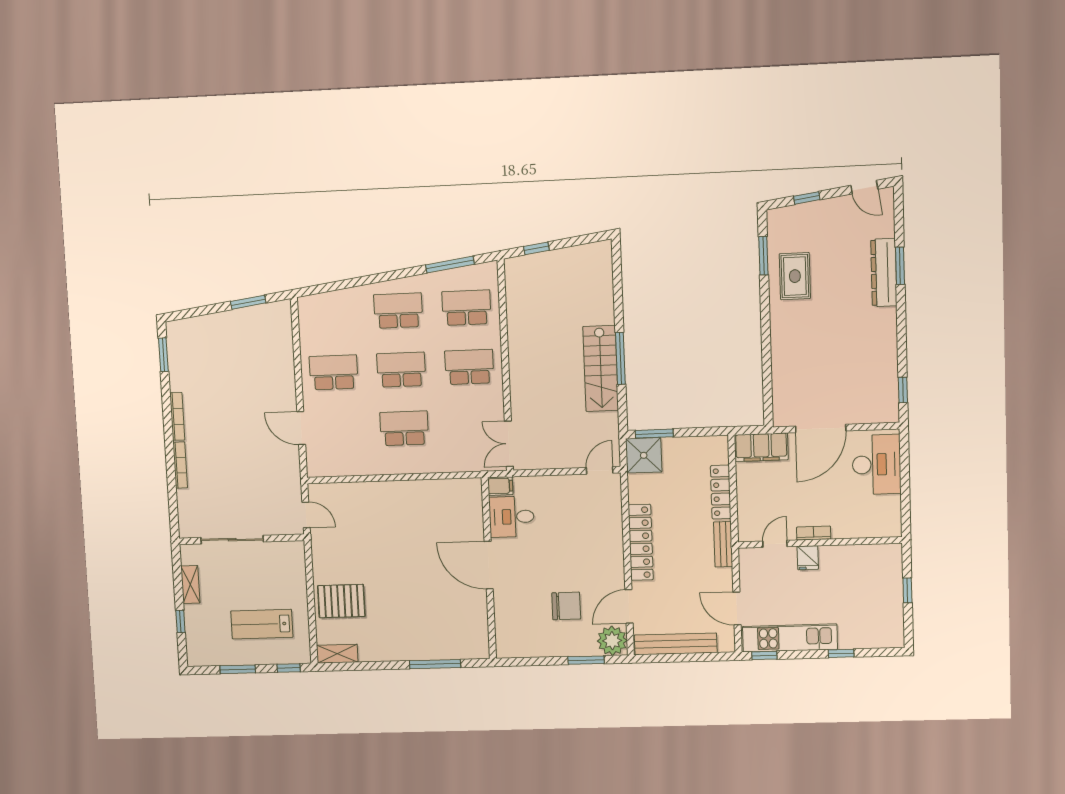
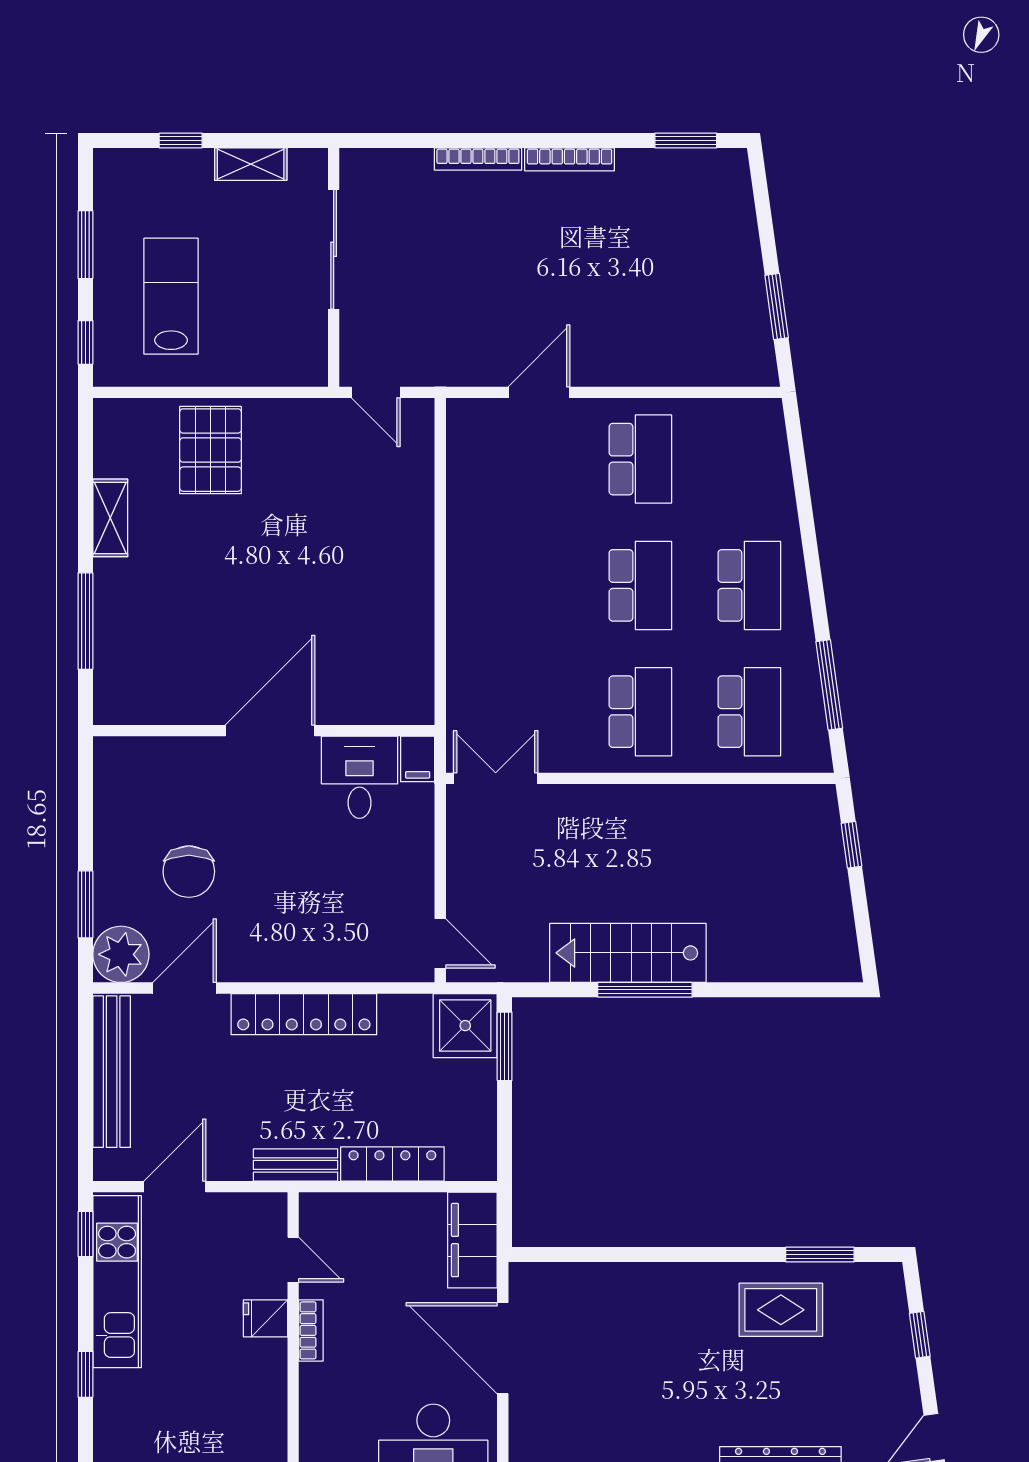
school desk: (404, 428) -> (531, 585), removed
door: (306, 515) -> (376, 392), hinge flipped
door: (629, 606) -> (185, 988), hinge flipped
shelving: (337, 654) -> (110, 518), moved

